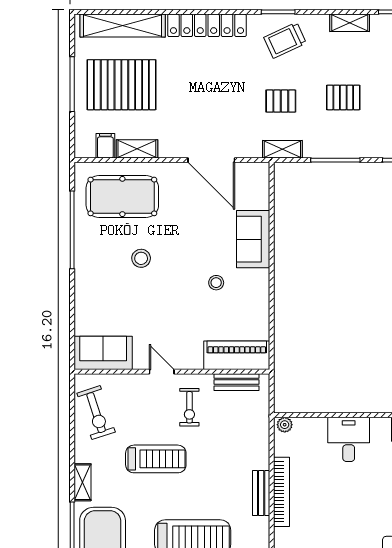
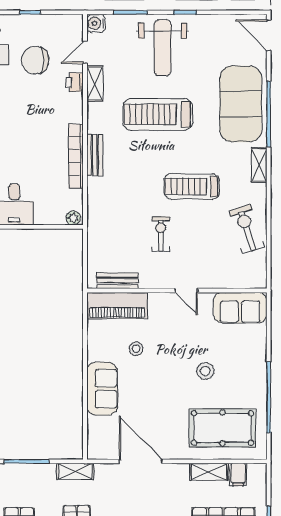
sofa: (103, 353) -> (240, 308), moved
piano: (237, 355) -> (117, 305), moved
door: (162, 372) -> (186, 290), moved
wall: (172, 372) -> (177, 290), moved
bench: (236, 382) -> (117, 281), moved

